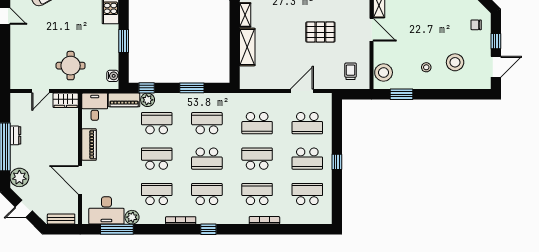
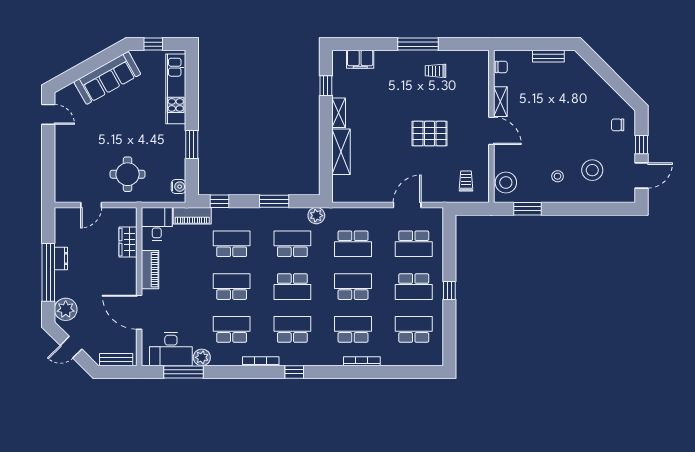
wardrobe: (66, 100) -> (128, 242), moved, turned 90
plant: (148, 100) -> (316, 216), moved

